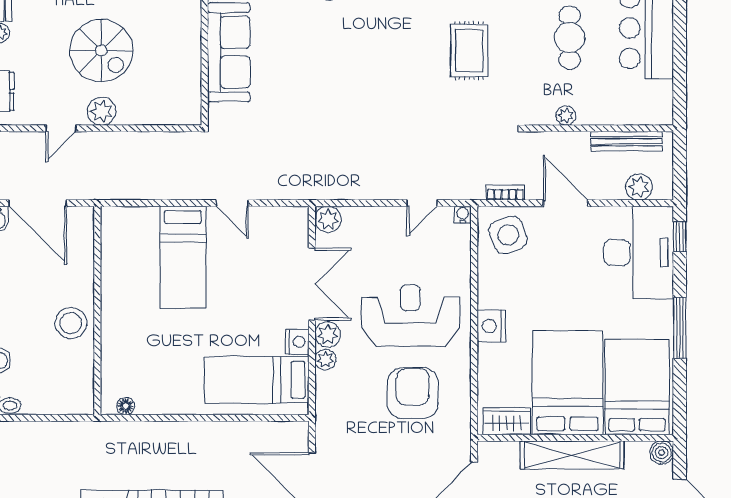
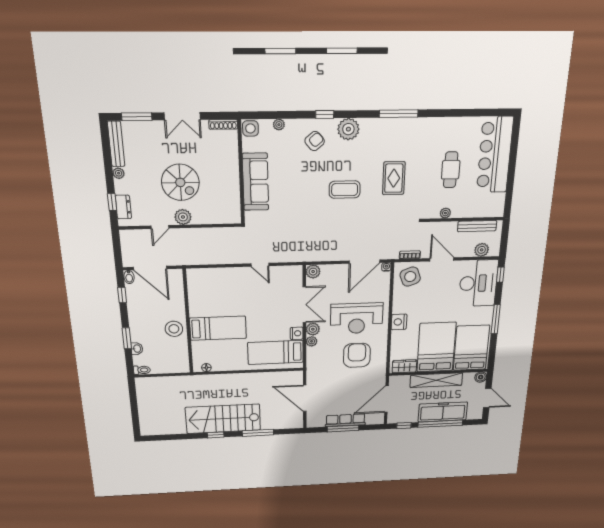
coffee table: (383, 69) -> (345, 190), added
door: (422, 203) -> (364, 262), width x1.88
bed: (183, 257) -> (218, 328), moved, turned -90
reception desk: (410, 316) -> (357, 318), turned 180

